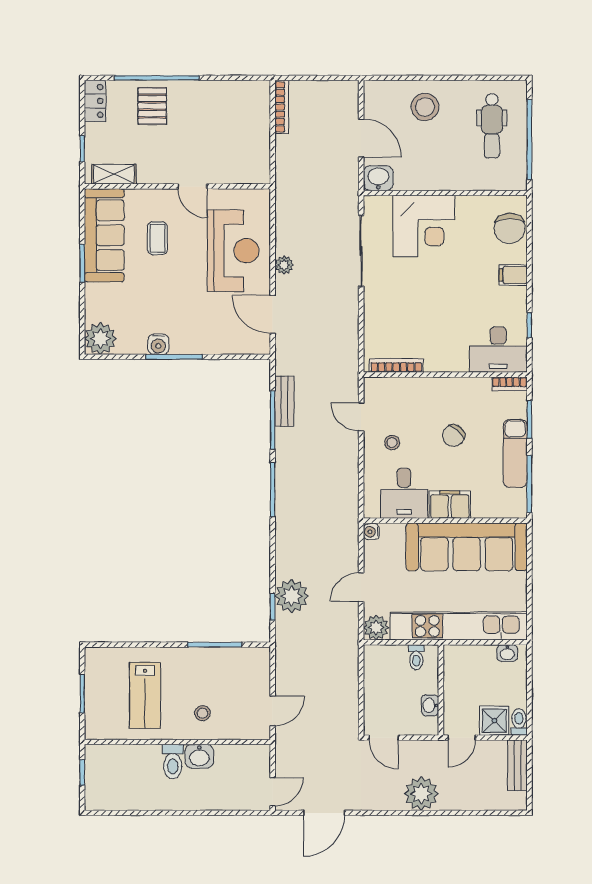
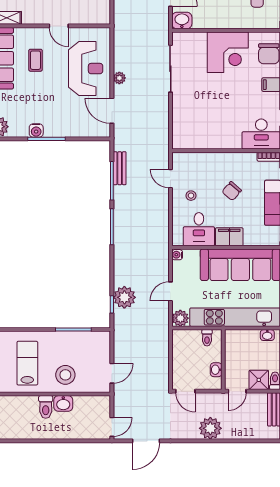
corner desk: (424, 226) -> (228, 52), moved
bookcase: (396, 365) -> (194, 145), removed
lab bench: (145, 695) -> (27, 363), turned 180
stool: (203, 713) -> (65, 375), width x1.89, depth x1.89

